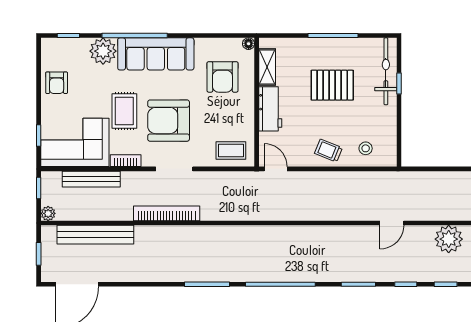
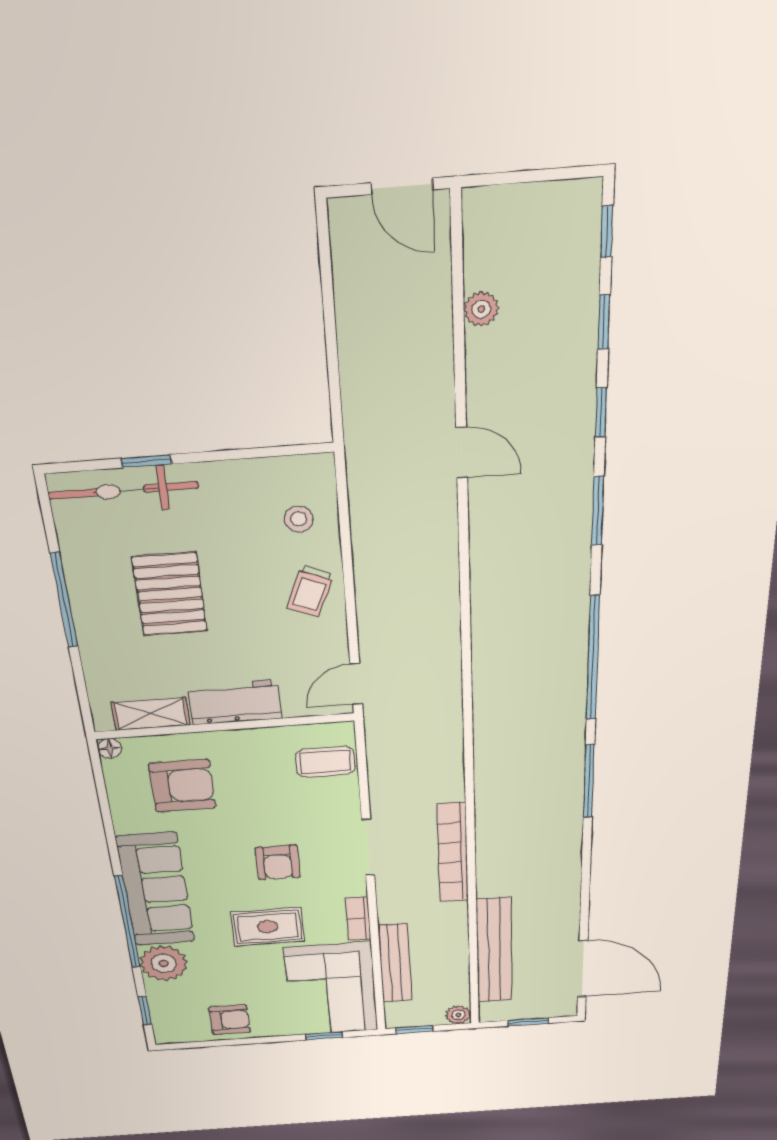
armchair: (169, 121) -> (278, 862), width x0.53, depth x0.53
coffee table: (231, 150) -> (325, 762), turned 90
plant: (449, 239) -> (481, 309), width x0.53, depth x0.53

